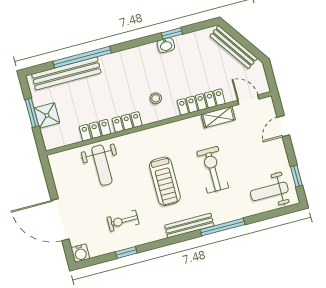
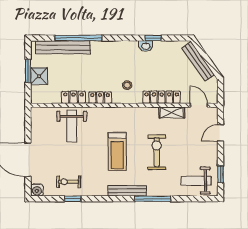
exercise bike: (123, 221) -> (69, 182), moved

